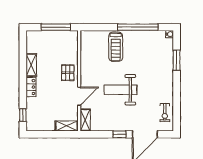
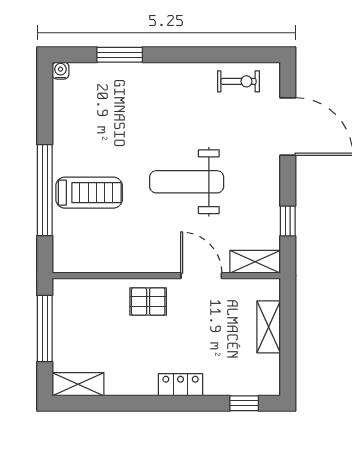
window: (138, 27) -> (45, 190), moved
shelving: (31, 65) -> (78, 384), moved
weight bench: (121, 90) -> (187, 182), turned 90
shelving: (67, 126) -> (269, 327), moved
window: (120, 134) -> (288, 221), moved

